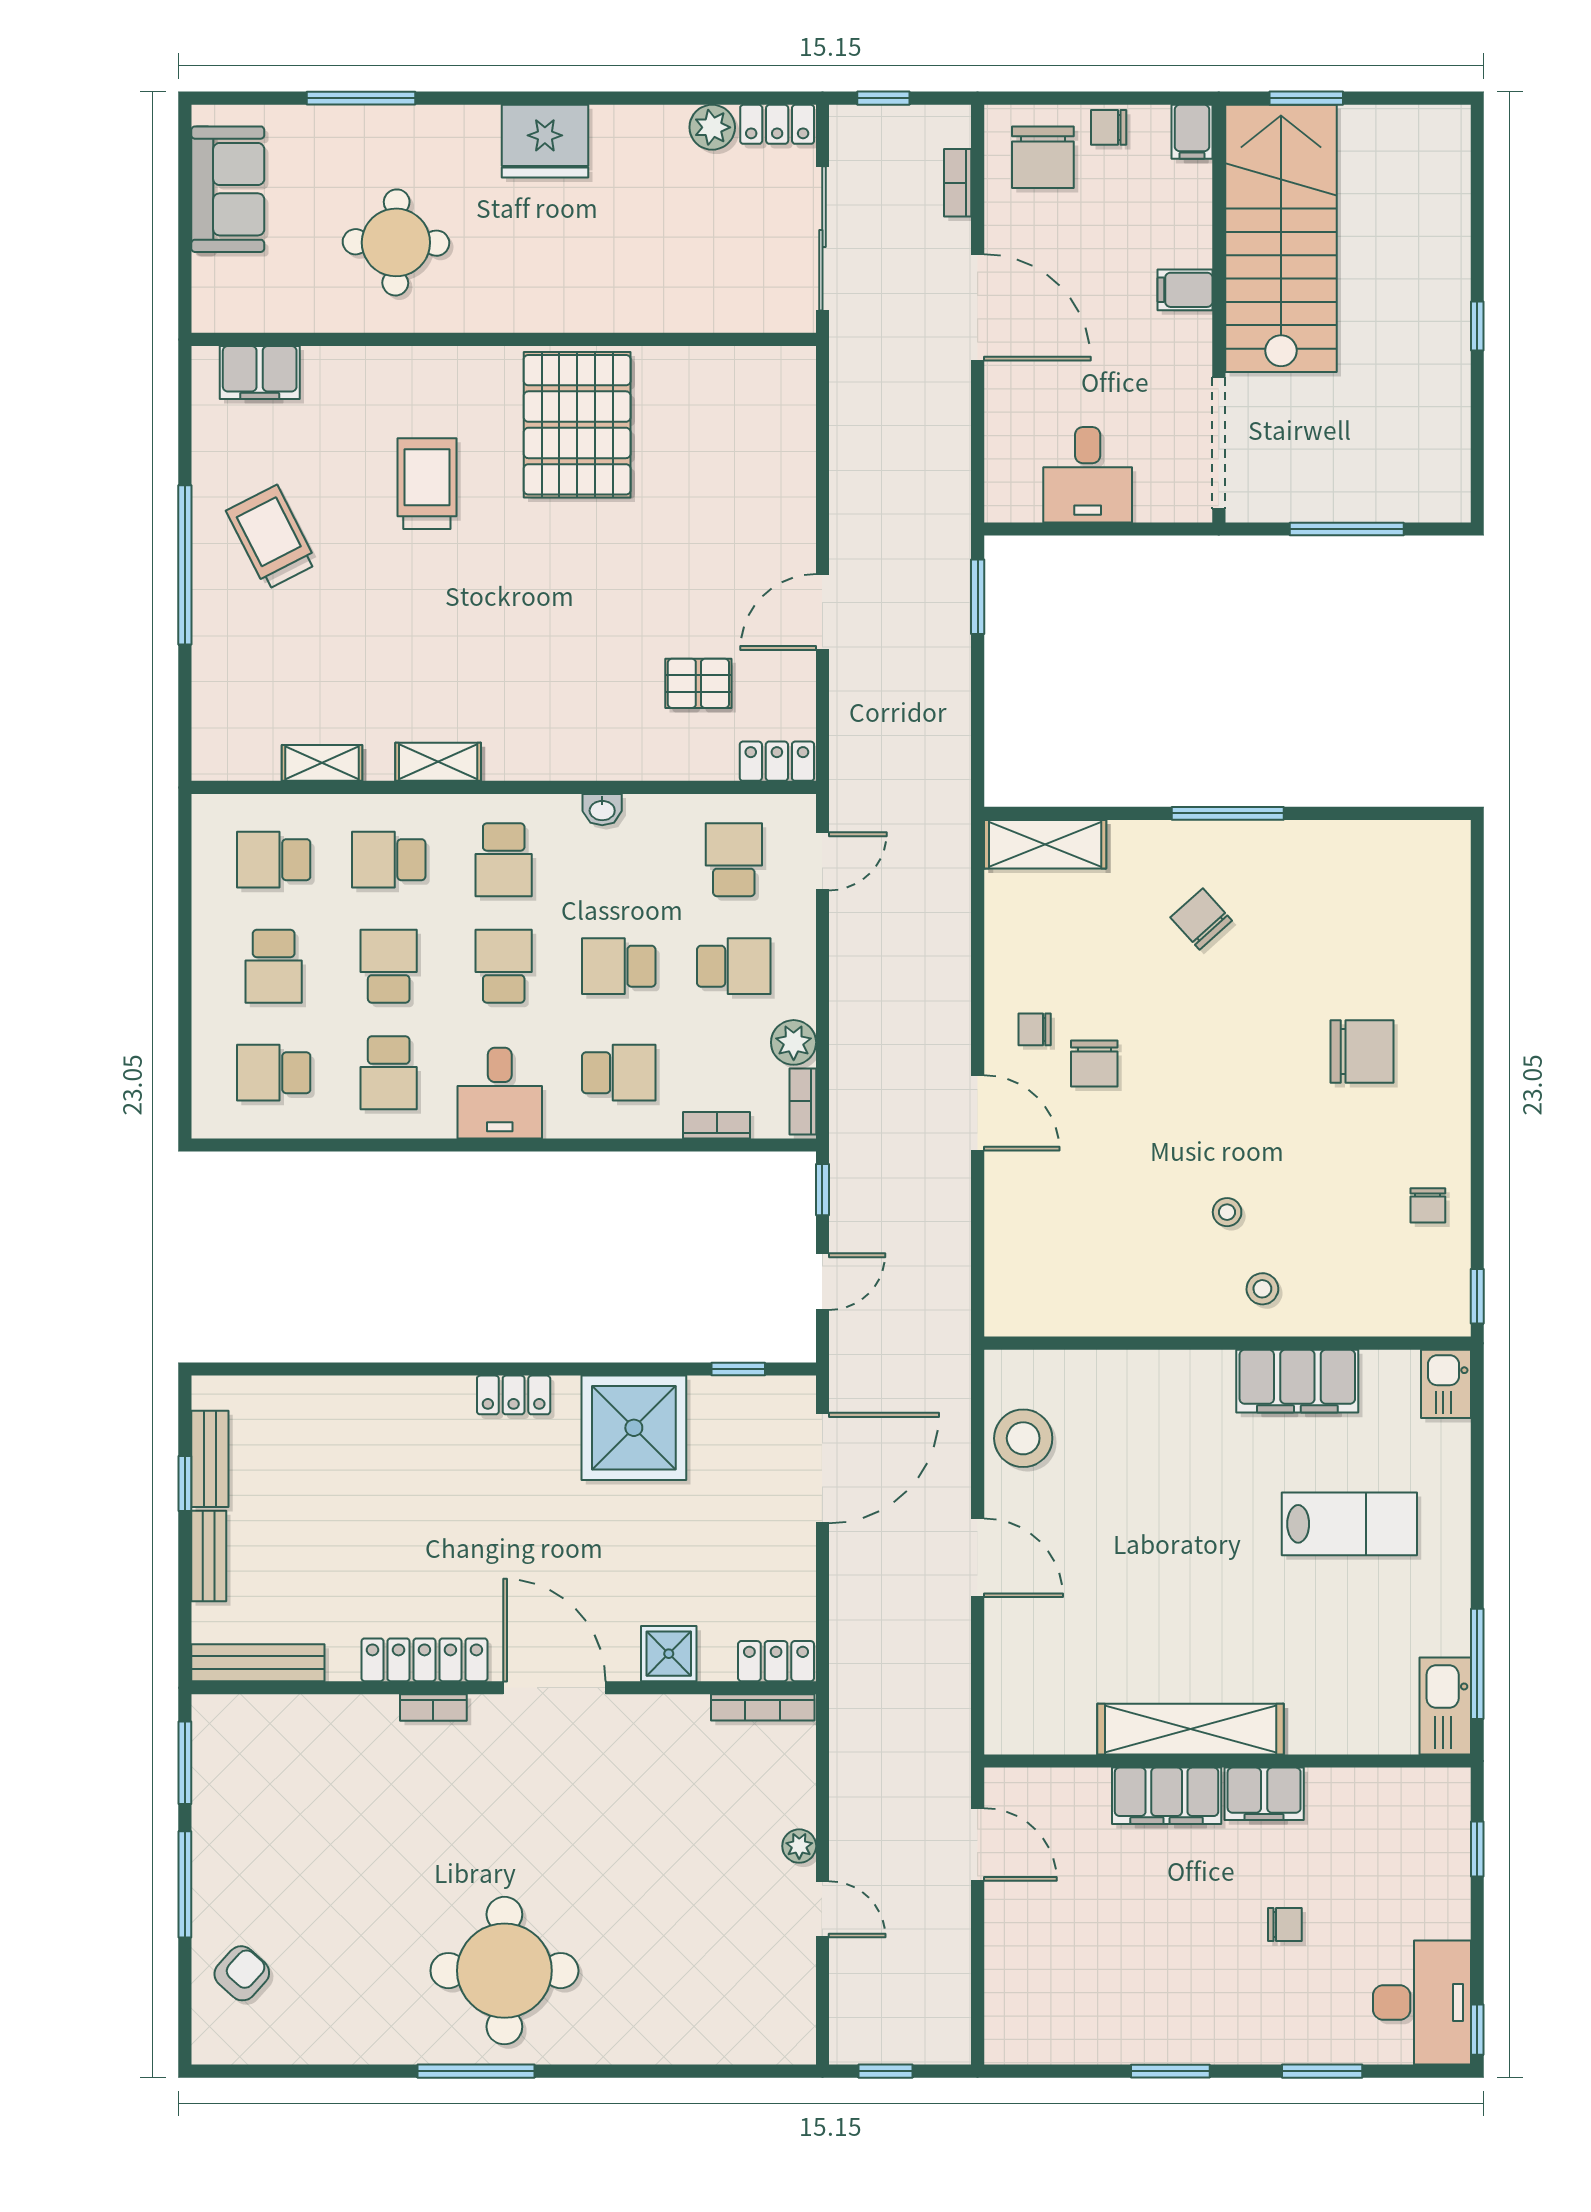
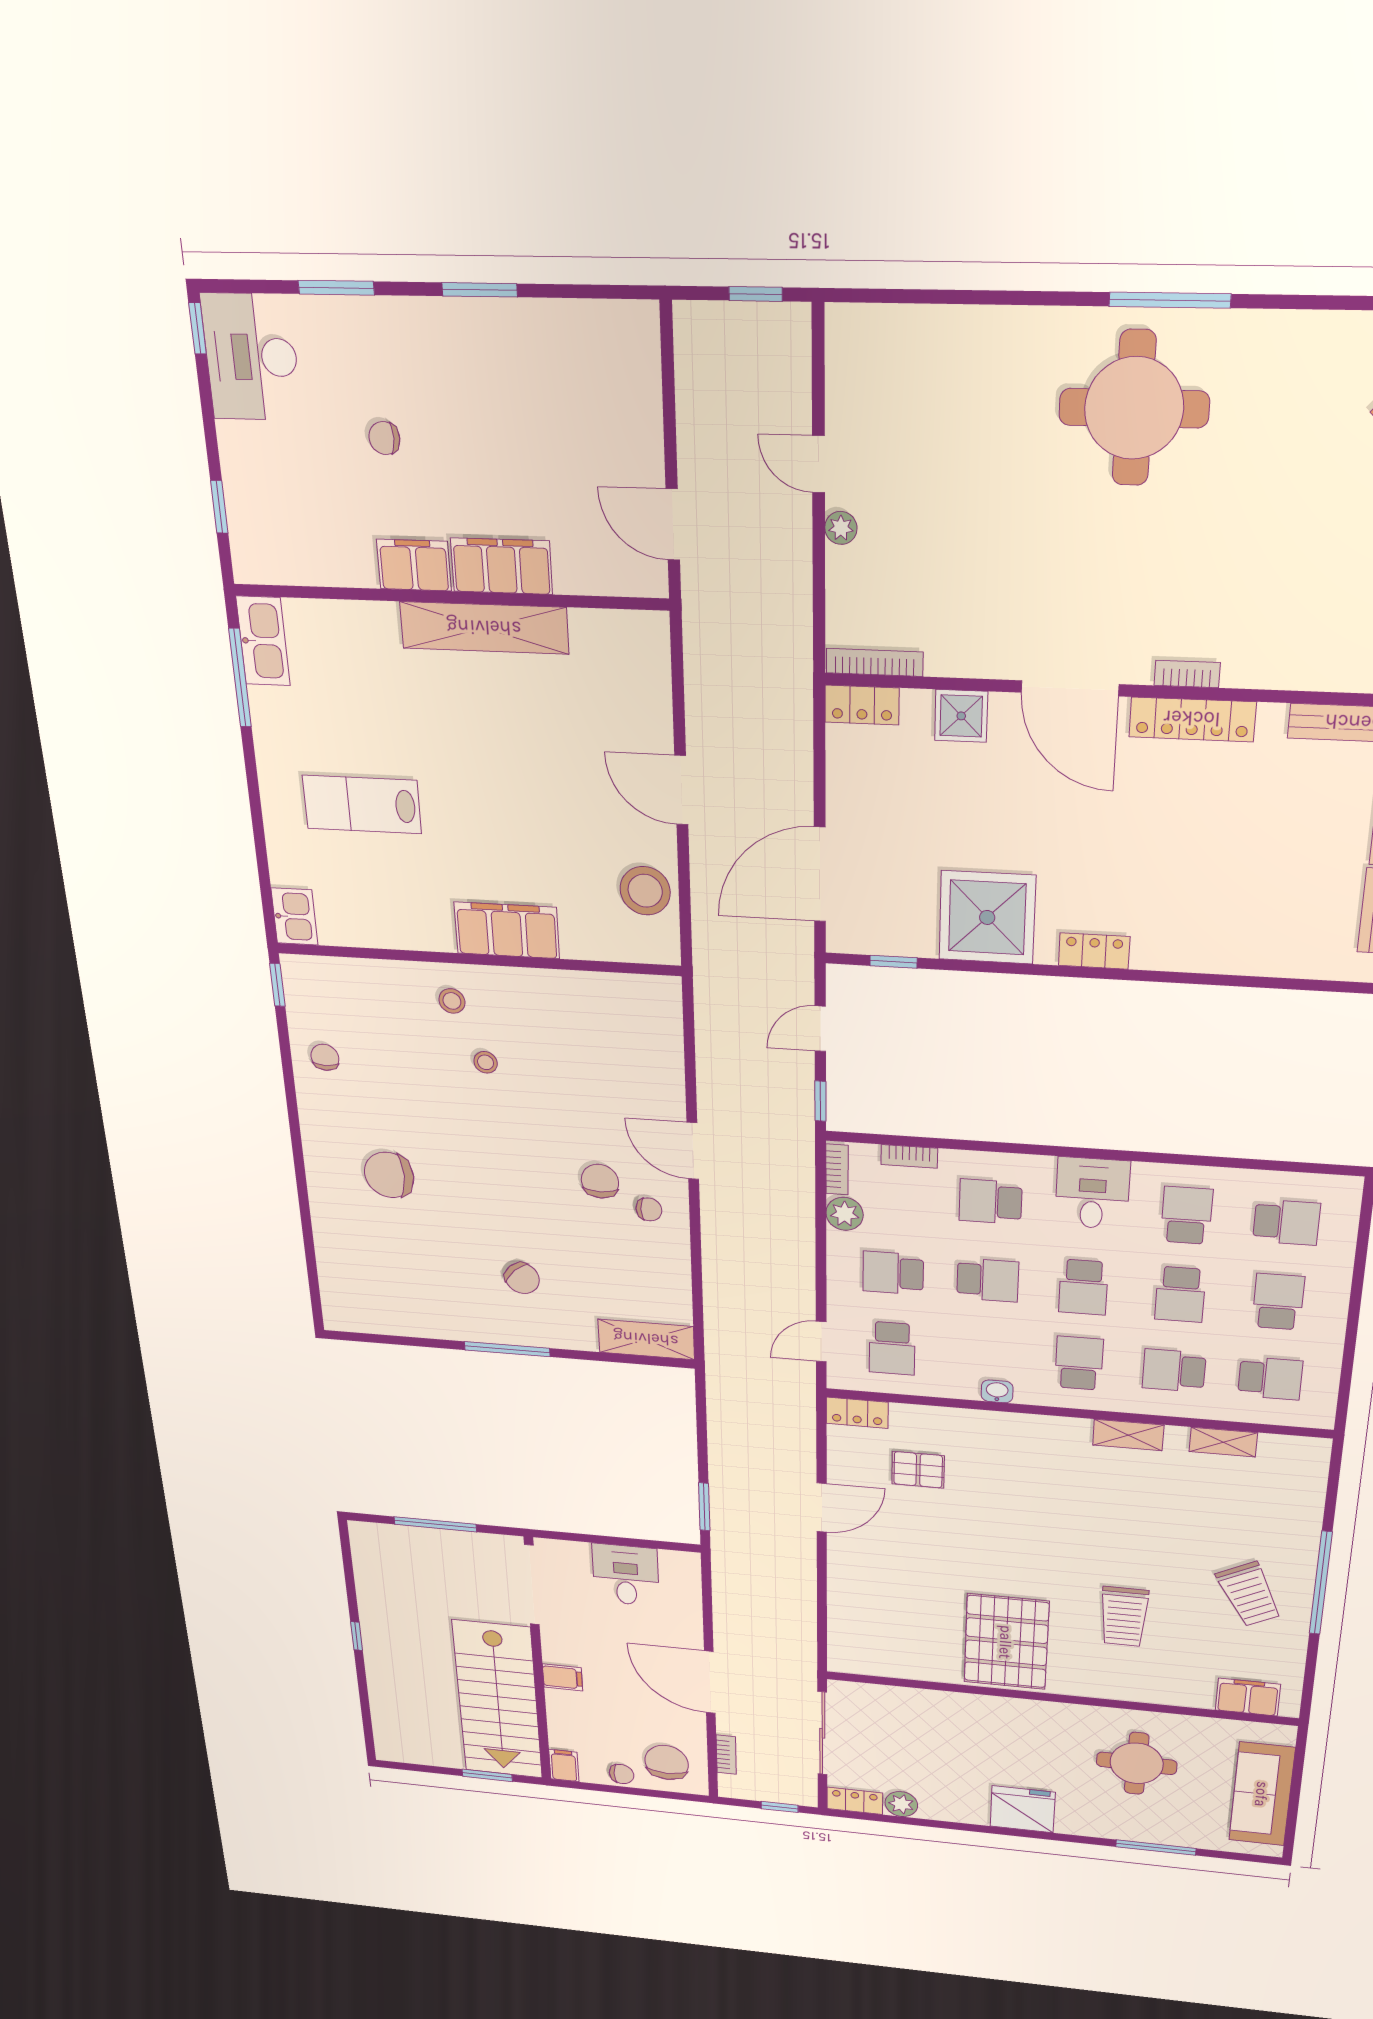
sofa: (228, 189) -> (1262, 1794), width x1.36
school desk: (389, 860) -> (1174, 1371), turned 180
filing cabinet: (1297, 1381) -> (507, 930), moved

